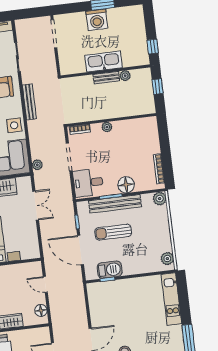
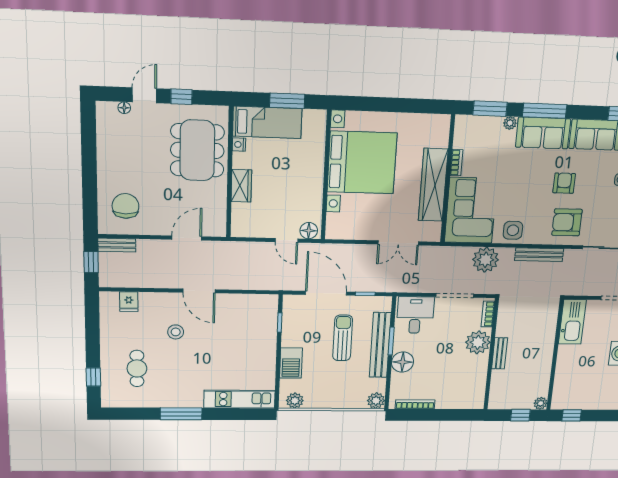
kitchen sink: (104, 61) -> (572, 322), moved
plant: (125, 76) -> (541, 403), moved
bench: (106, 78) -> (500, 353), moved
plant: (107, 127) -> (478, 342), width x1.87, depth x1.87
plant: (37, 165) -> (486, 260), moved, width x1.87, depth x1.87
door: (81, 250) -> (326, 293), hinge flipped
barbecue: (110, 270) -> (291, 363), moved
door: (45, 284) -> (286, 240), swing flipped
floor lamp: (41, 310) -> (309, 231), moved

